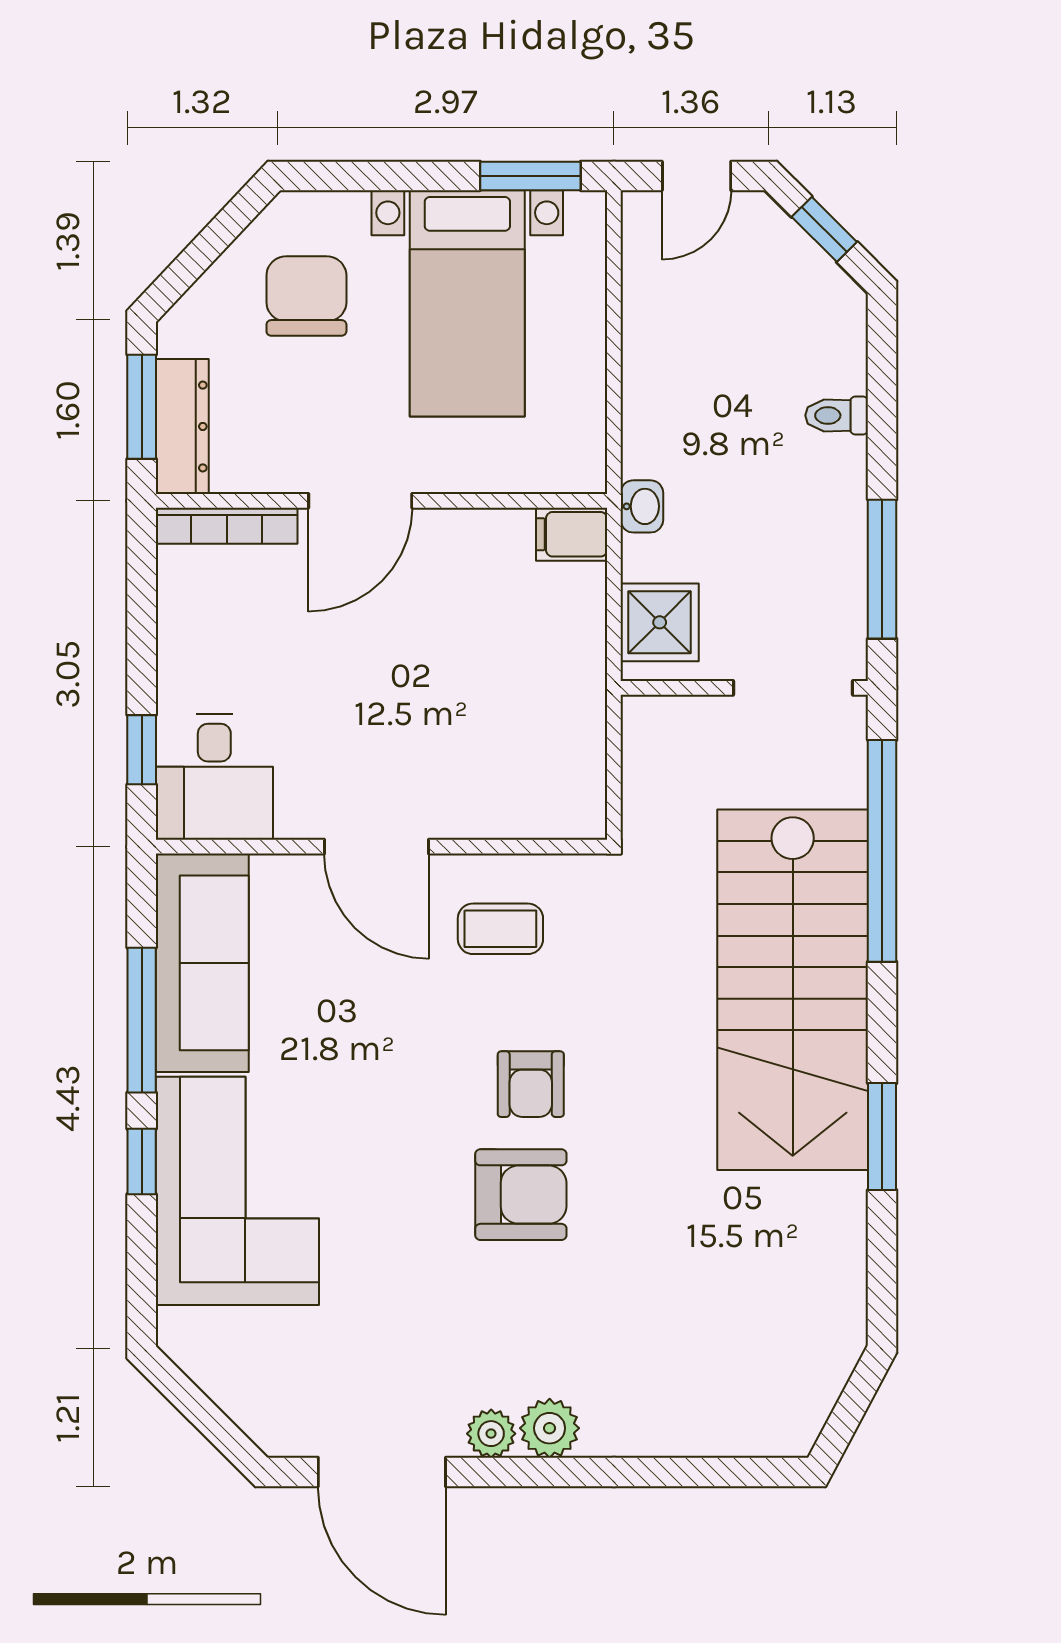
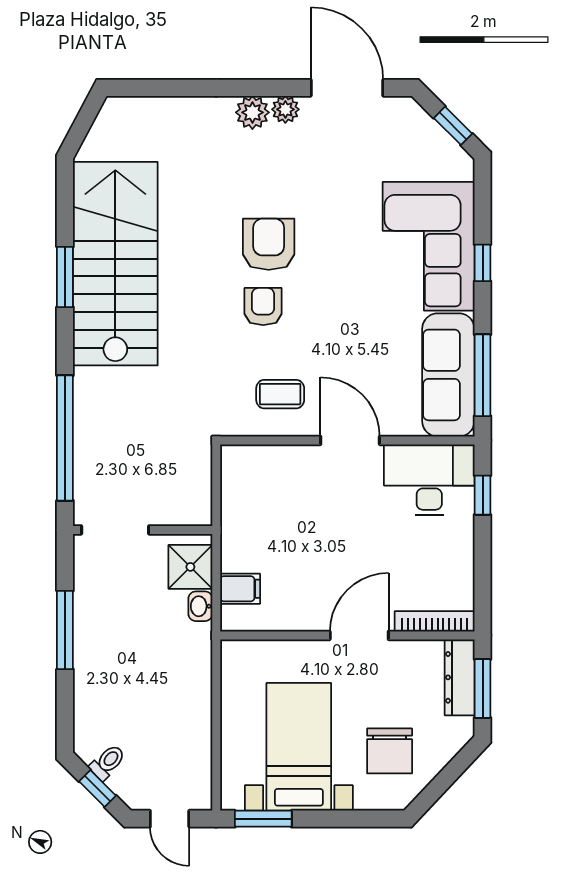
door: (697, 176) -> (170, 819), swing flipped
toilet: (837, 415) -> (107, 762), moved, turned -45
washbasin: (642, 506) -> (200, 606), moved
filing cabinet: (572, 534) -> (240, 589), moved
window: (882, 569) -> (65, 630), moved
desk: (214, 777) -> (429, 480), width x1.37
stairs: (793, 990) -> (115, 264), moved
window: (142, 1020) -> (483, 375), moved
armchair: (521, 1195) -> (269, 244), turned 90
window: (194, 1404) -> (453, 126), added

